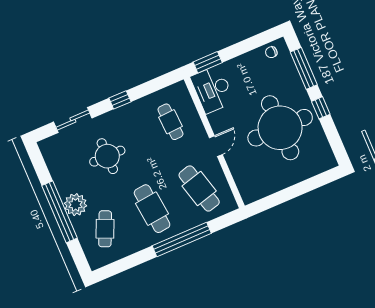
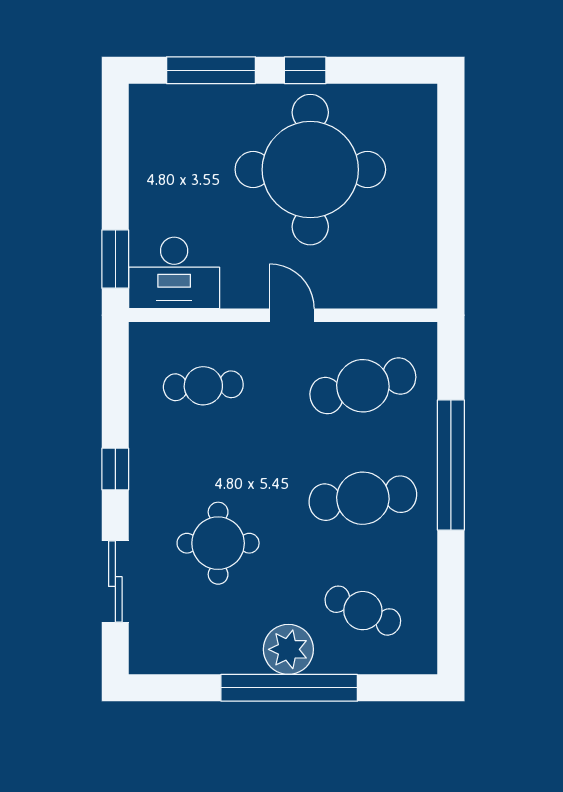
chair: (271, 52) -> (150, 122), removed

